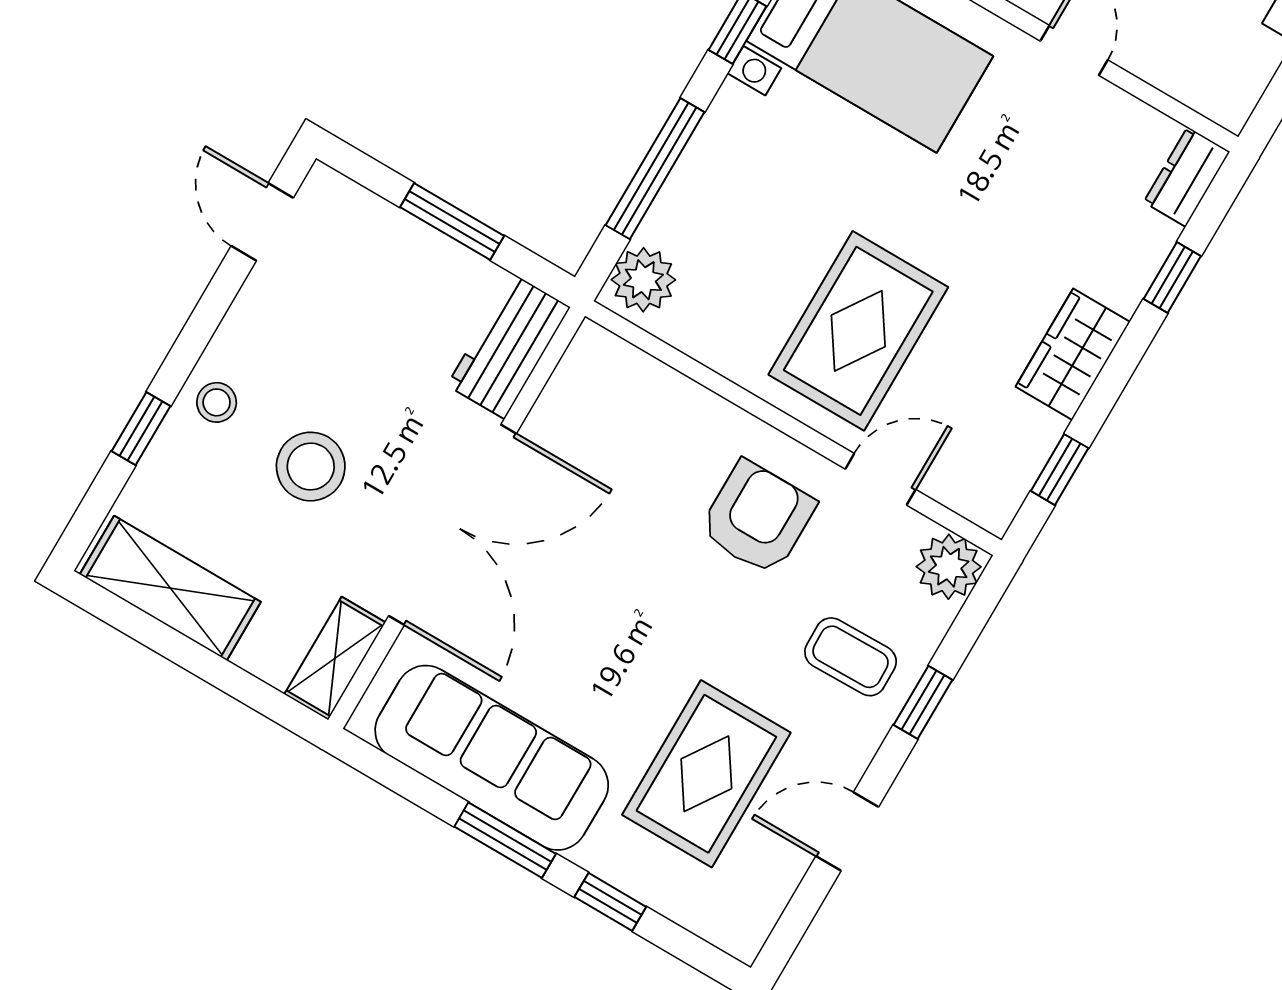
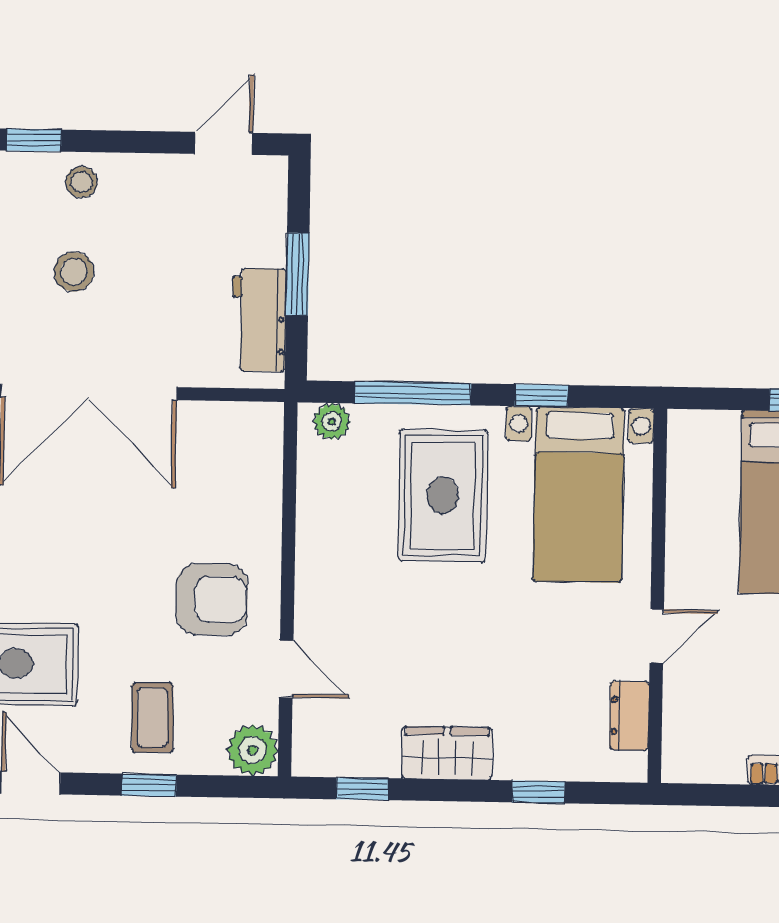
dresser: (1187, 177) -> (629, 716), moved, turned -90
plant: (643, 280) -> (332, 421), width x0.73, depth x0.73
rug: (858, 331) -> (443, 495), moved, turned 90
workbench: (509, 346) -> (259, 320), moved, turned -90
stool: (311, 467) -> (74, 272), width x0.73, depth x0.73

